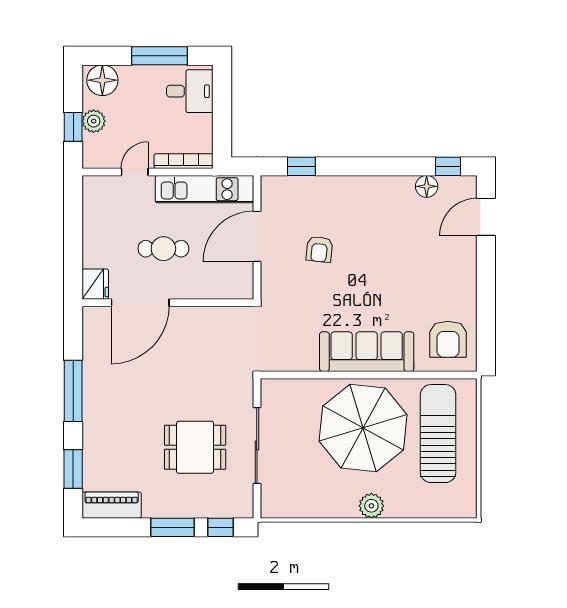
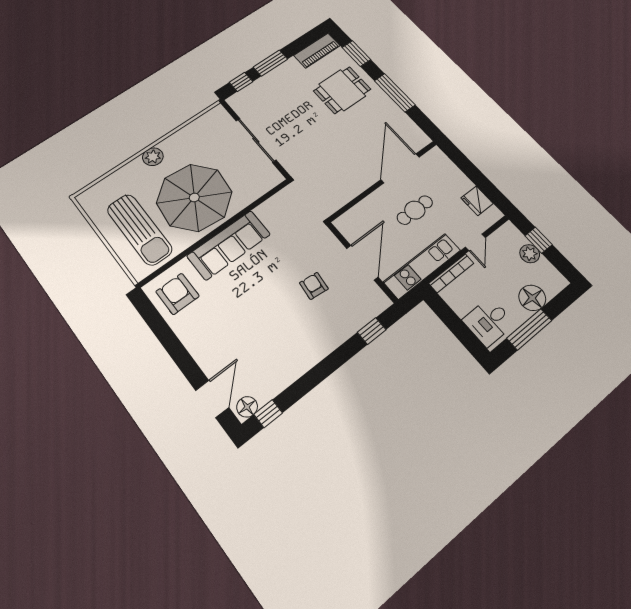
floor lamp: (102, 80) -> (532, 298), moved
floor lamp: (427, 186) -> (247, 407), moved
fridge: (95, 284) -> (477, 201), moved
dining table: (195, 447) -> (342, 90), moved

